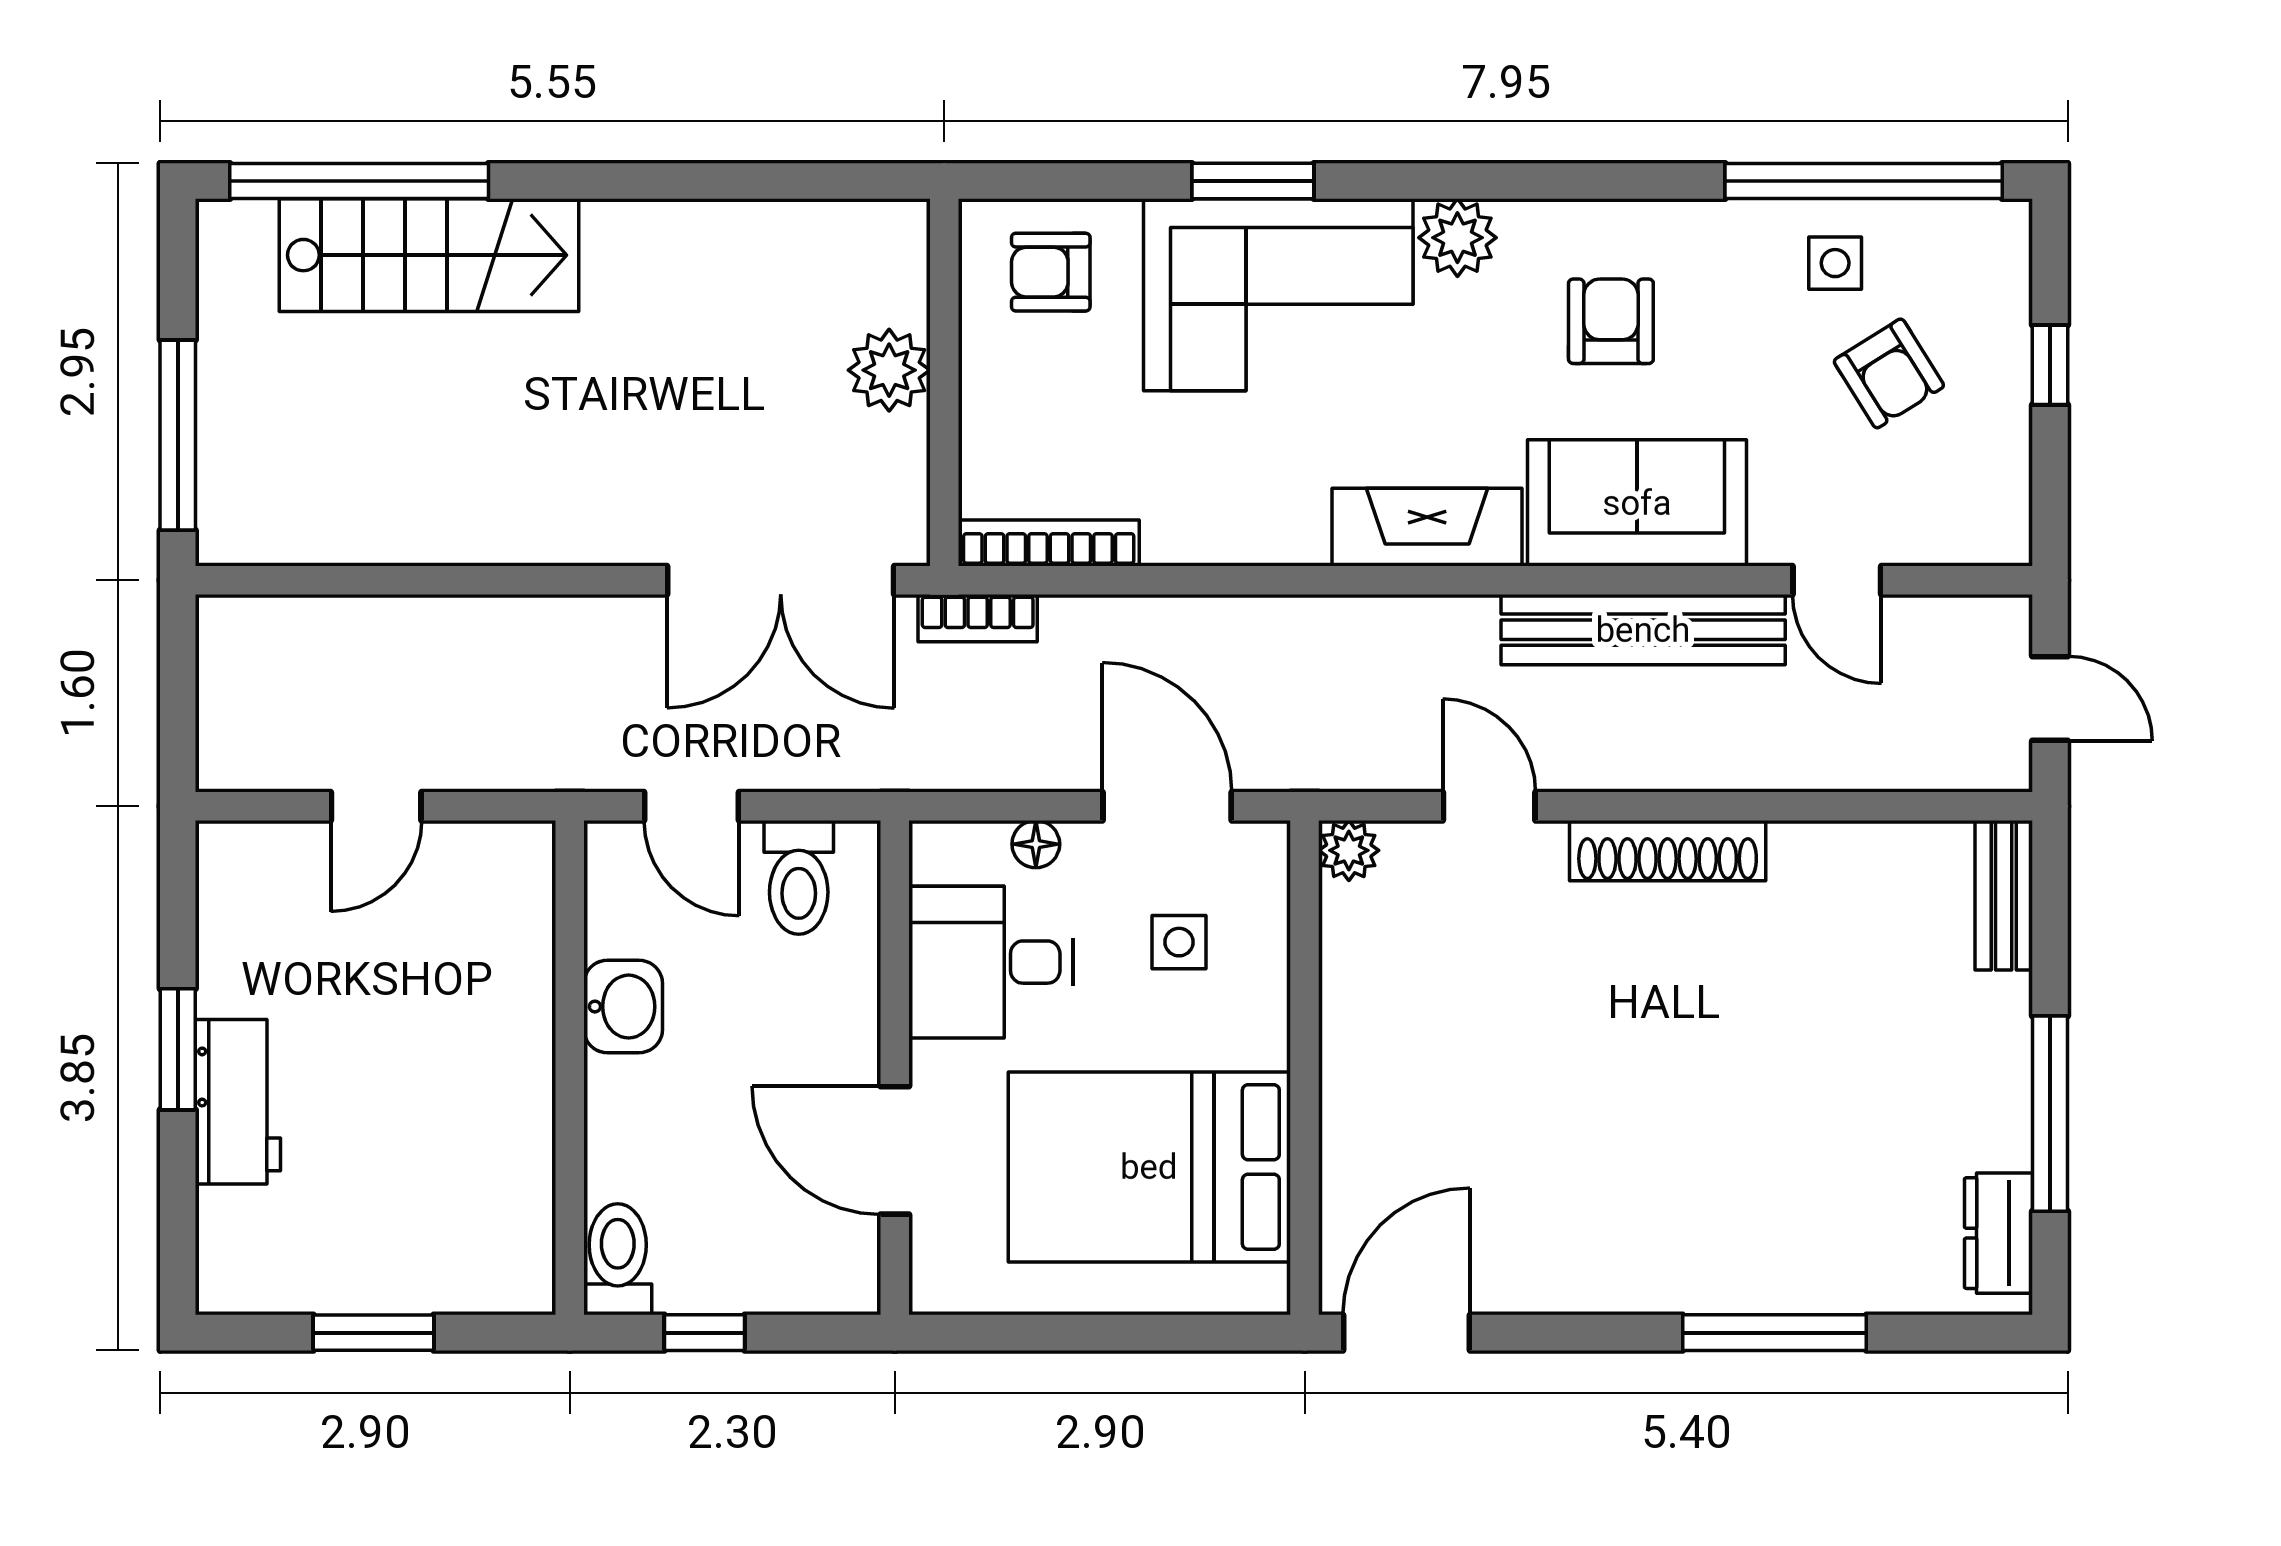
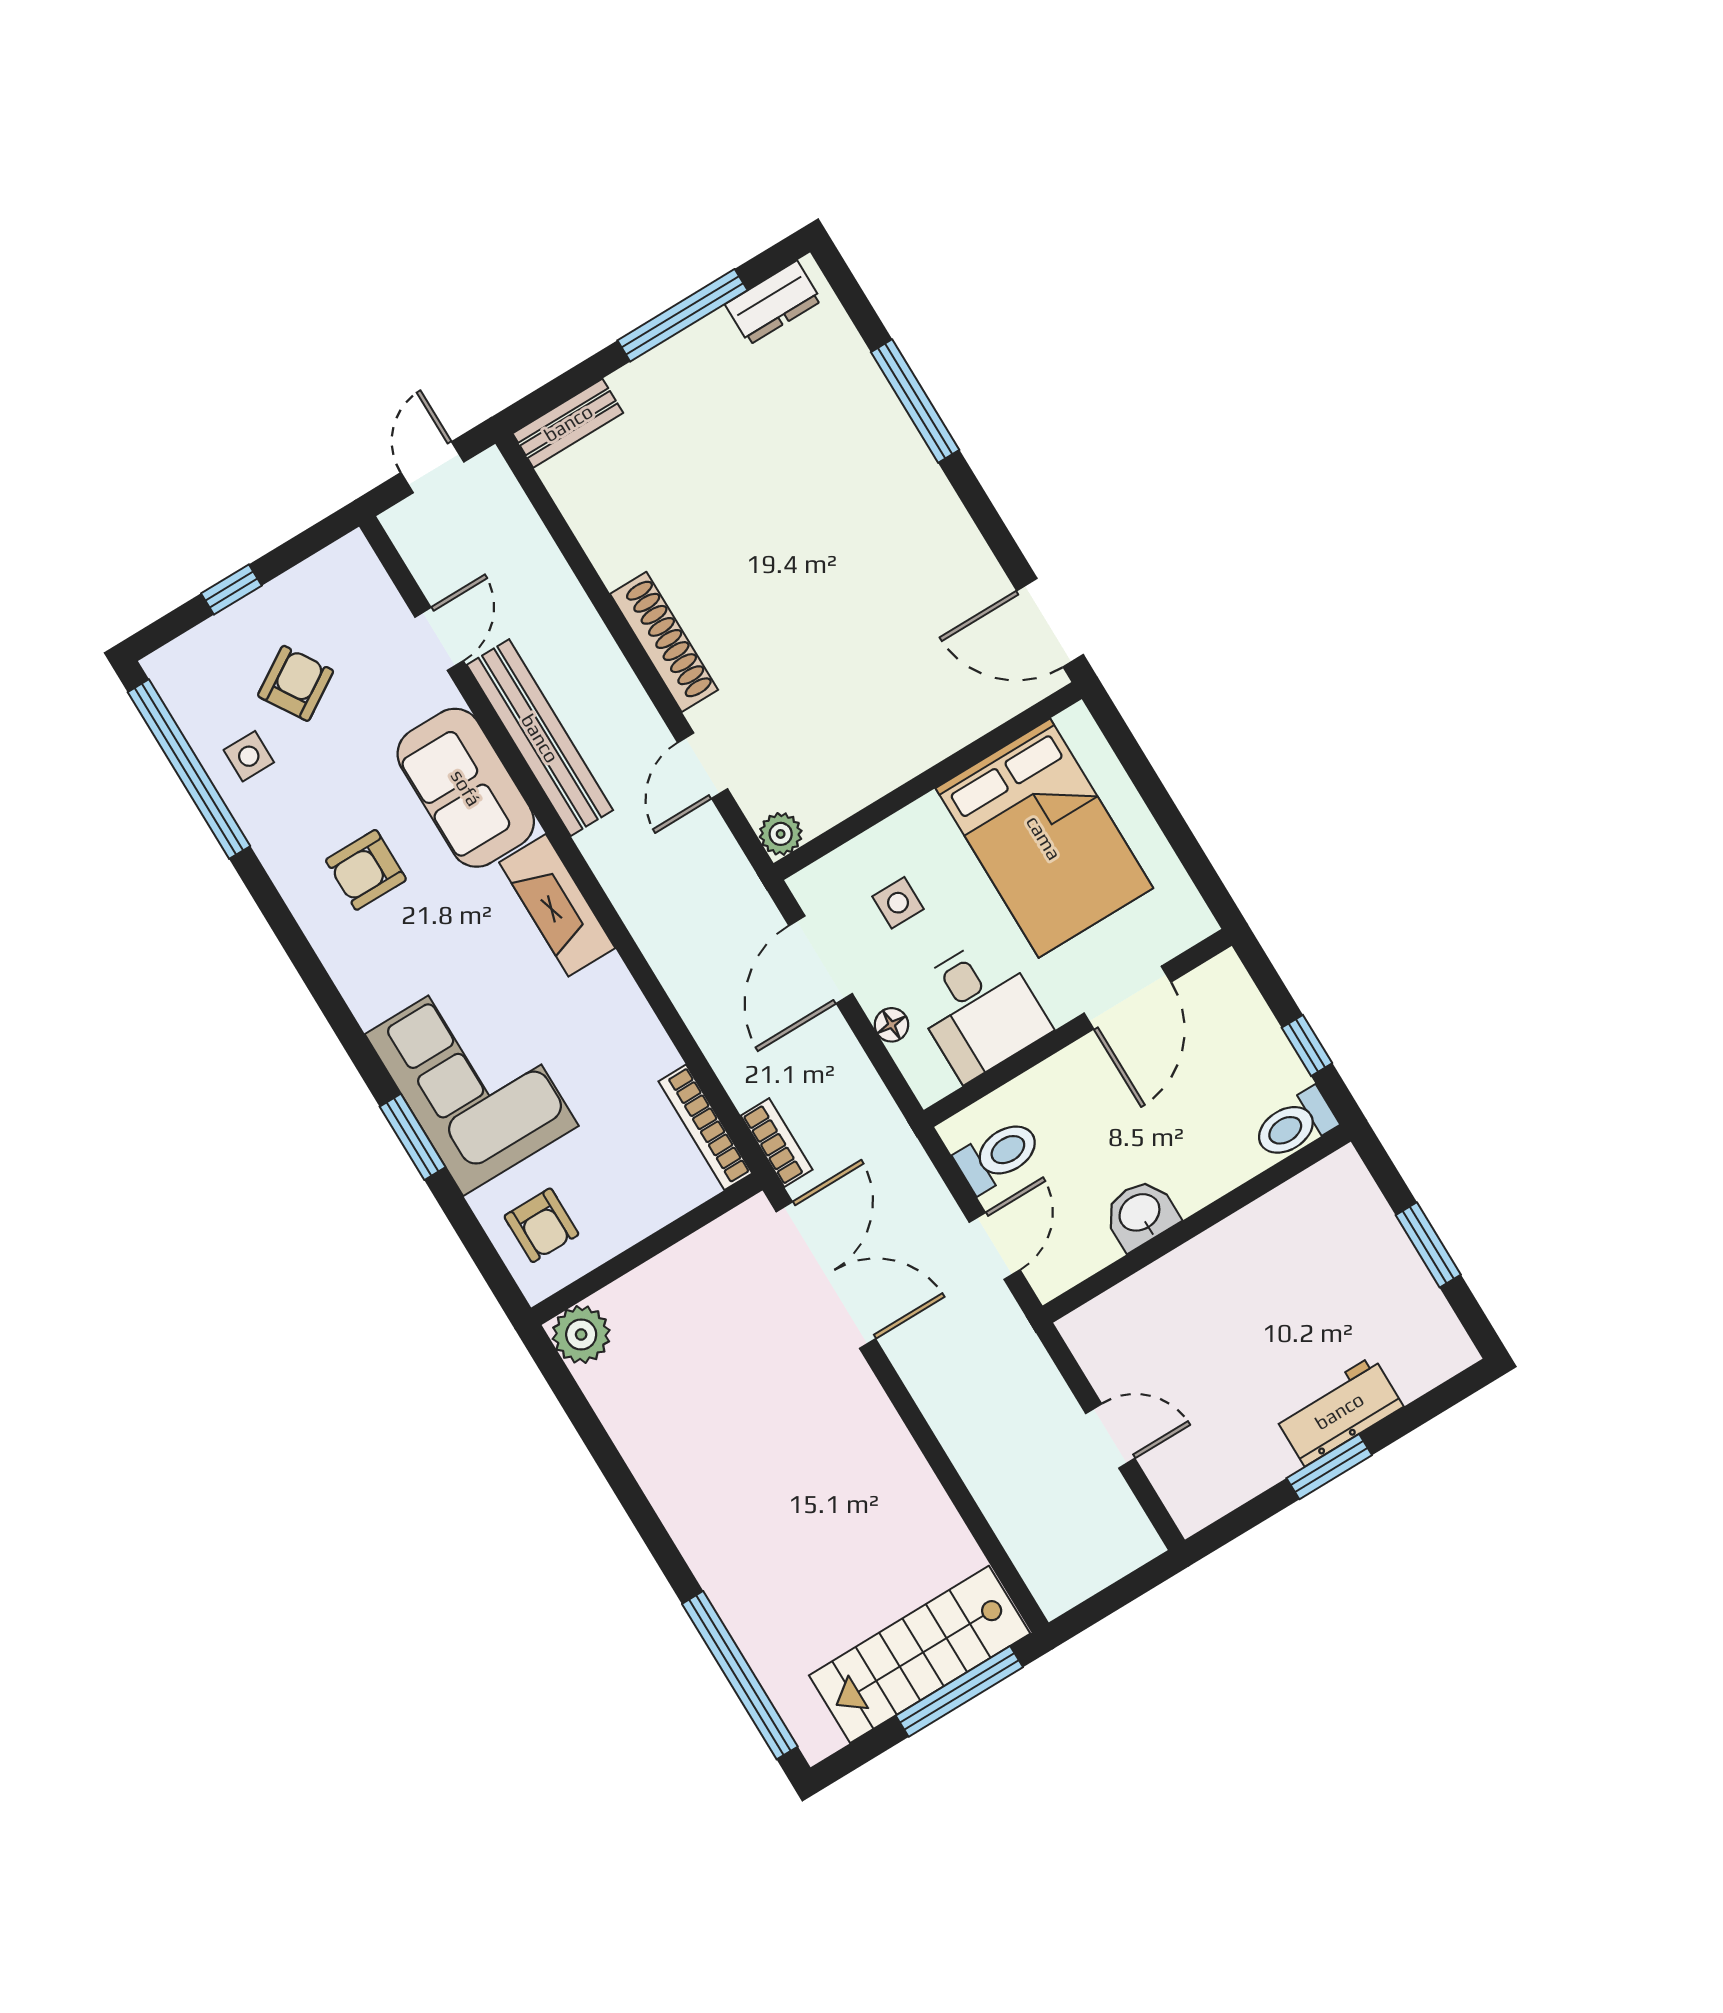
plant: (1457, 238) -> (372, 993), removed
stairs: (429, 255) -> (920, 1654), moved, turned -90
plant: (889, 370) -> (581, 1334), moved

